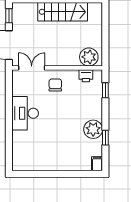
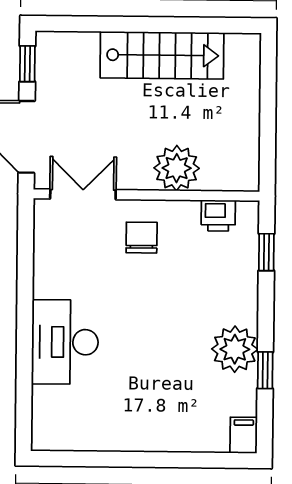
plant: (89, 57) -> (177, 168), moved
desk: (25, 113) -> (65, 342), moved

